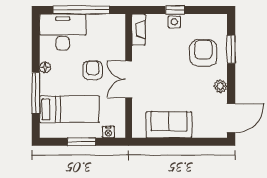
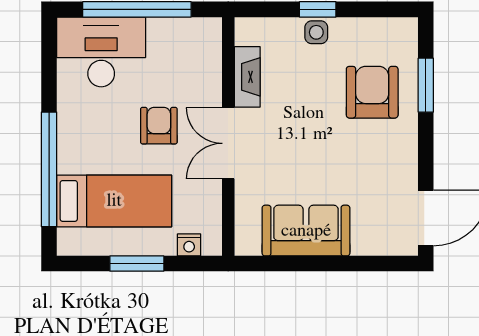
fireplace: (138, 30) -> (247, 77), moved
floor lamp: (45, 67) -> (67, 120), removed
plant: (220, 86) -> (405, 156), removed
window: (36, 93) -> (49, 169), width x1.46

